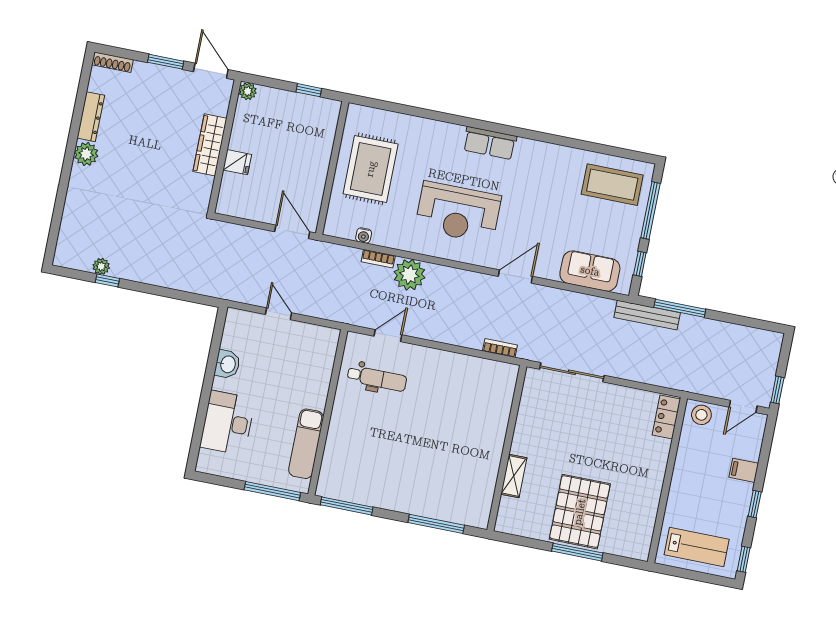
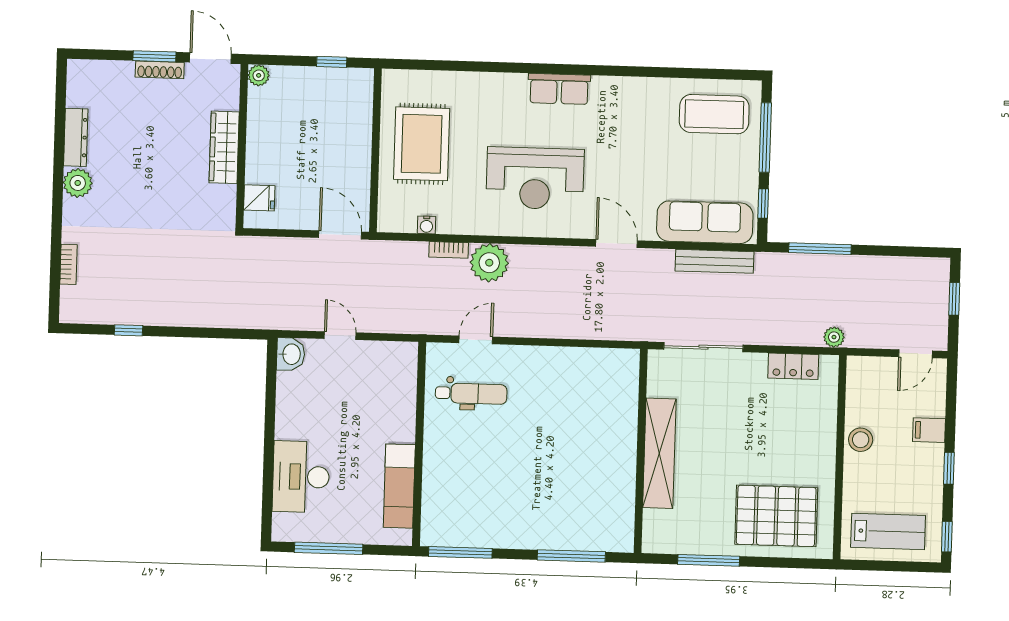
shoe rack: (112, 62) -> (160, 70), moved
fridge: (237, 162) -> (259, 198), moved
plant: (101, 266) -> (834, 337), moved
sofa: (590, 271) -> (705, 222), width x1.36
door: (515, 276) -> (617, 244), hinge flipped
bench: (647, 315) -> (715, 261), moved
bookcase: (500, 348) -> (68, 264), moved, turned 90
washbasin: (227, 364) -> (291, 354), moved
window: (777, 390) -> (954, 299), moved
stool: (701, 415) -> (861, 440), moved
locker: (666, 417) -> (793, 366), moved, turned -90
shelving: (514, 476) -> (659, 453), width x2.20, depth x1.33
window: (272, 491) -> (329, 548), moved
pallet: (580, 512) -> (776, 516), moved, turned 90
window: (577, 552) -> (709, 560), moved

